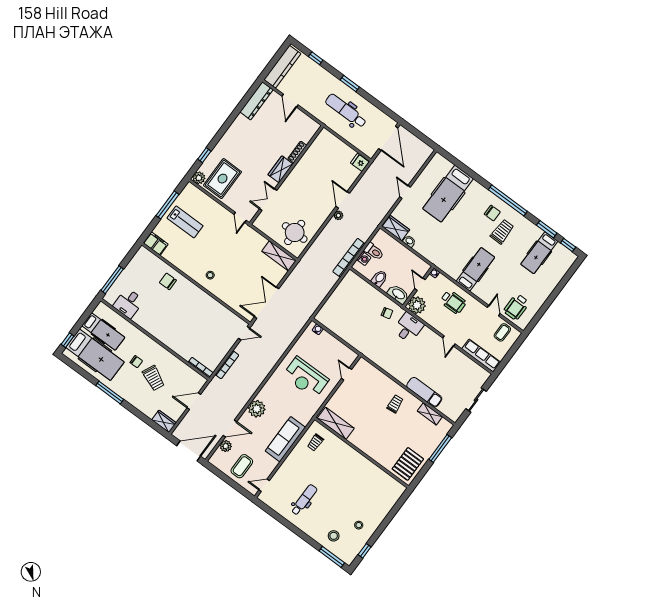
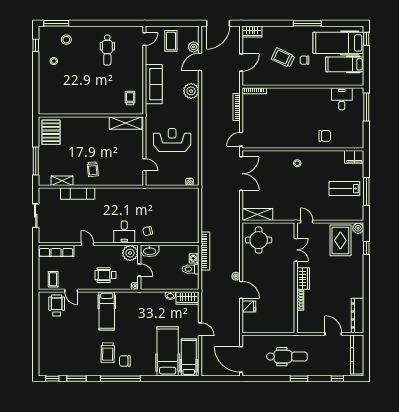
fridge: (360, 162) -> (249, 307), moved
hospital bed: (539, 253) -> (189, 357), moved
bidet: (379, 278) -> (172, 252), removed

